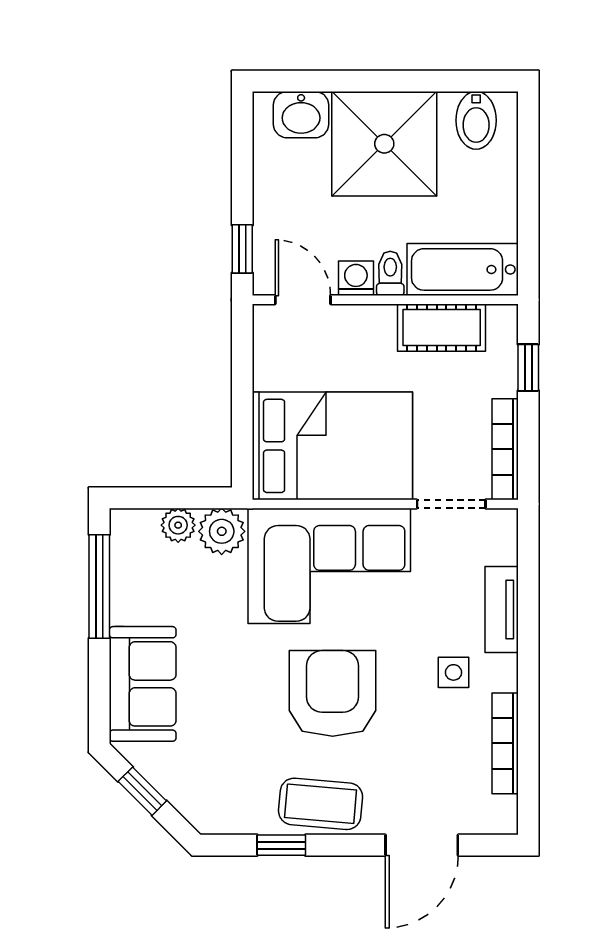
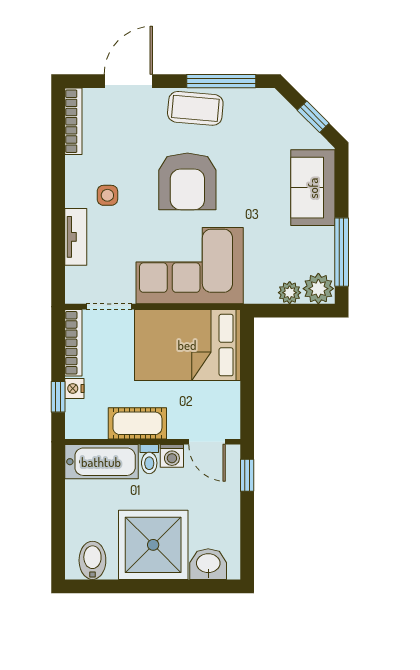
cot: (442, 328) -> (137, 423), moved
nightstand: (504, 380) -> (74, 388), added
plant: (222, 531) -> (318, 289), moved
bookcase: (505, 743) -> (73, 121), moved
window: (281, 845) -> (221, 81), width x2.17

